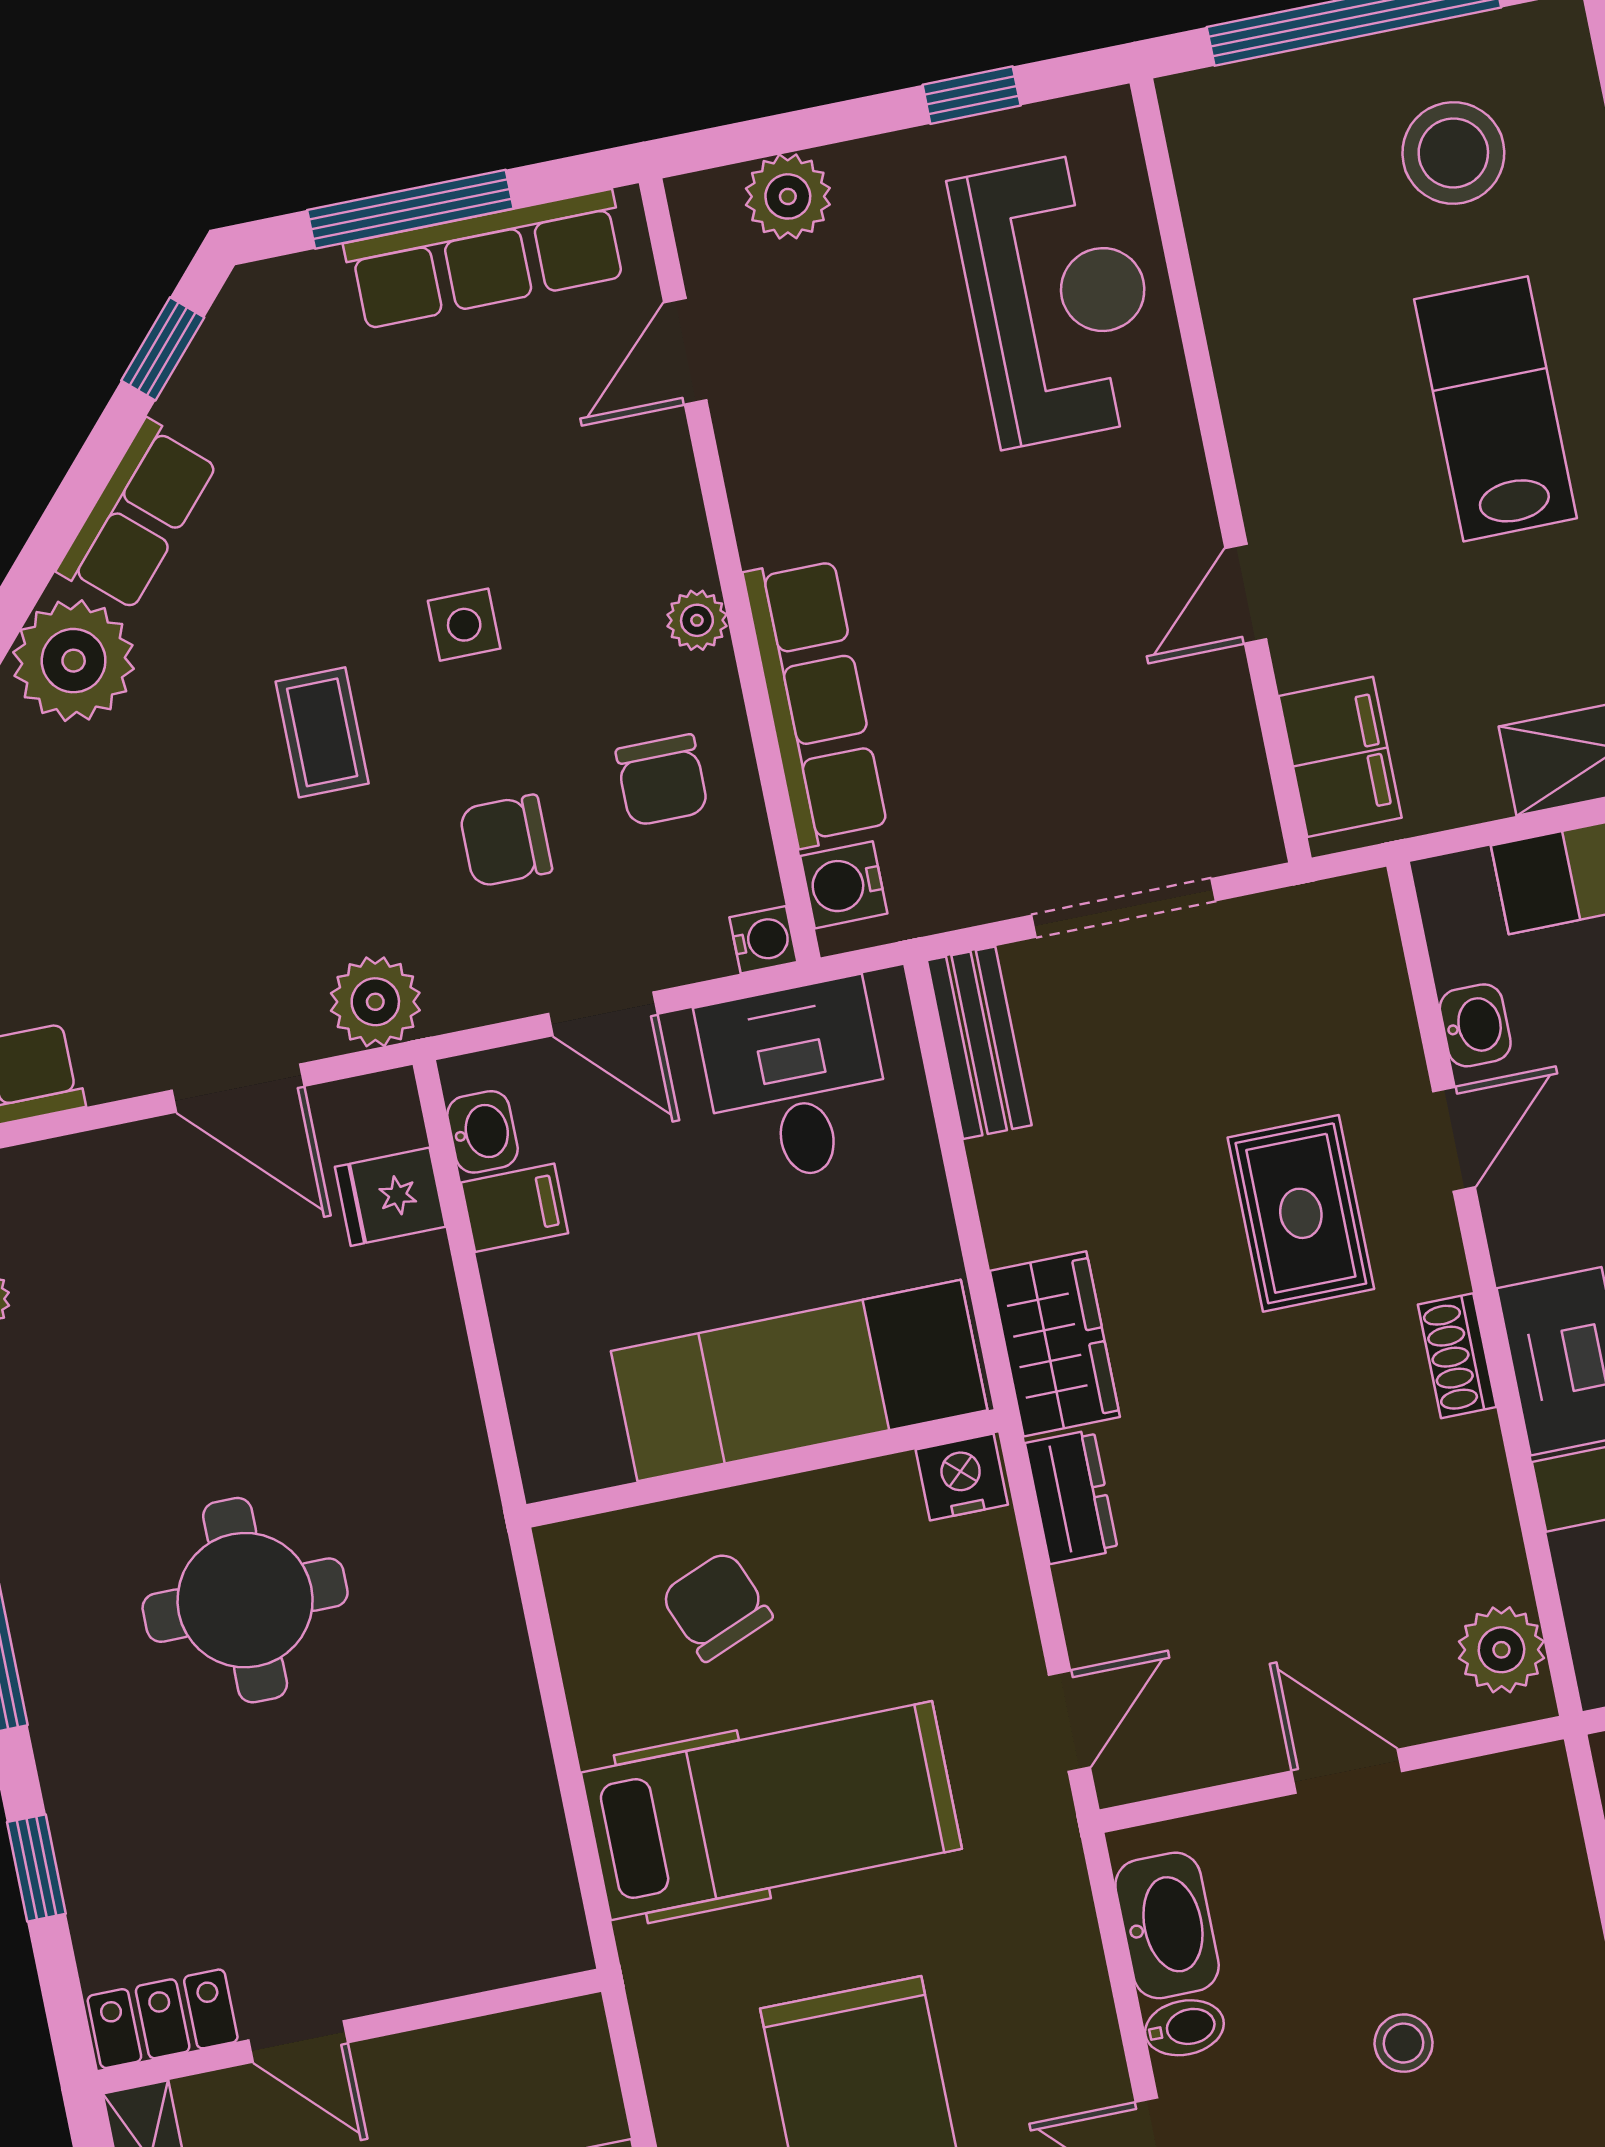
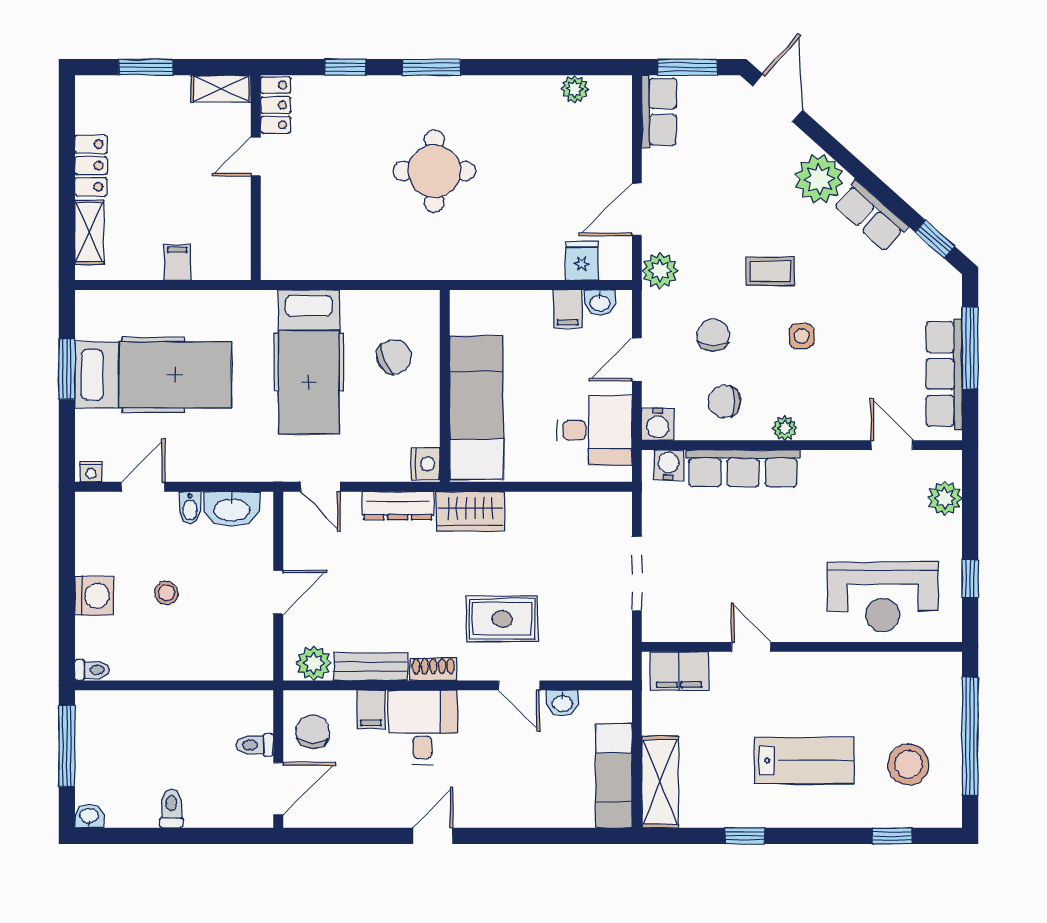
water cooler: (763, 940) -> (658, 424), width x1.38, depth x1.38
bench: (979, 1043) -> (371, 667), moved
dresser: (1072, 1497) -> (398, 506), width x1.44

